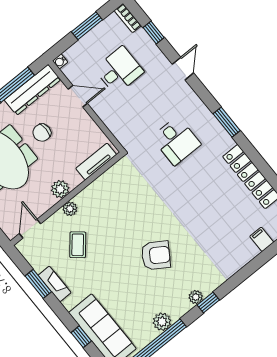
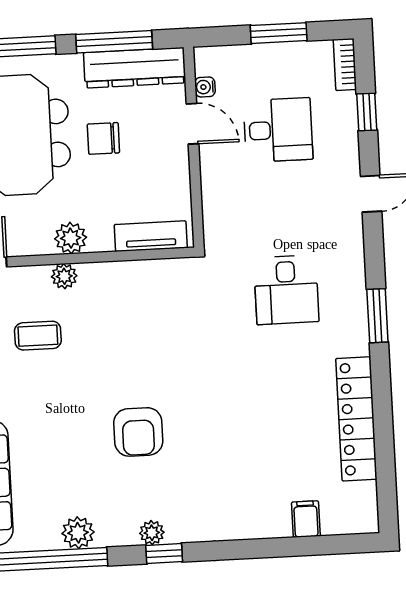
water cooler: (60, 61) -> (205, 87), moved
coffee table: (78, 245) -> (38, 336), turned 50
armchair: (156, 255) -> (138, 432), turned 57

